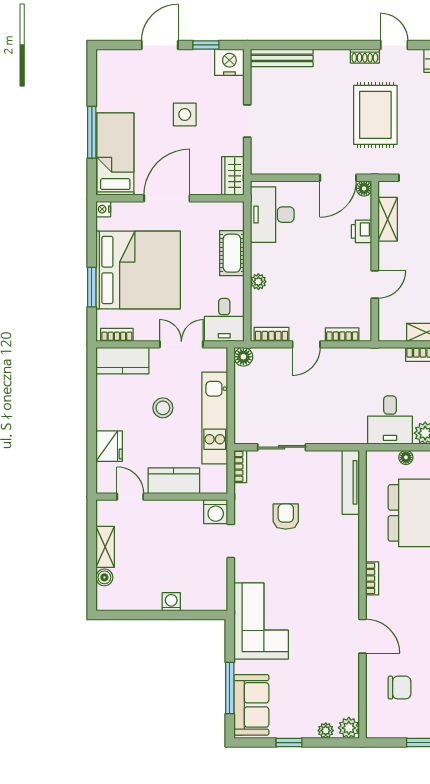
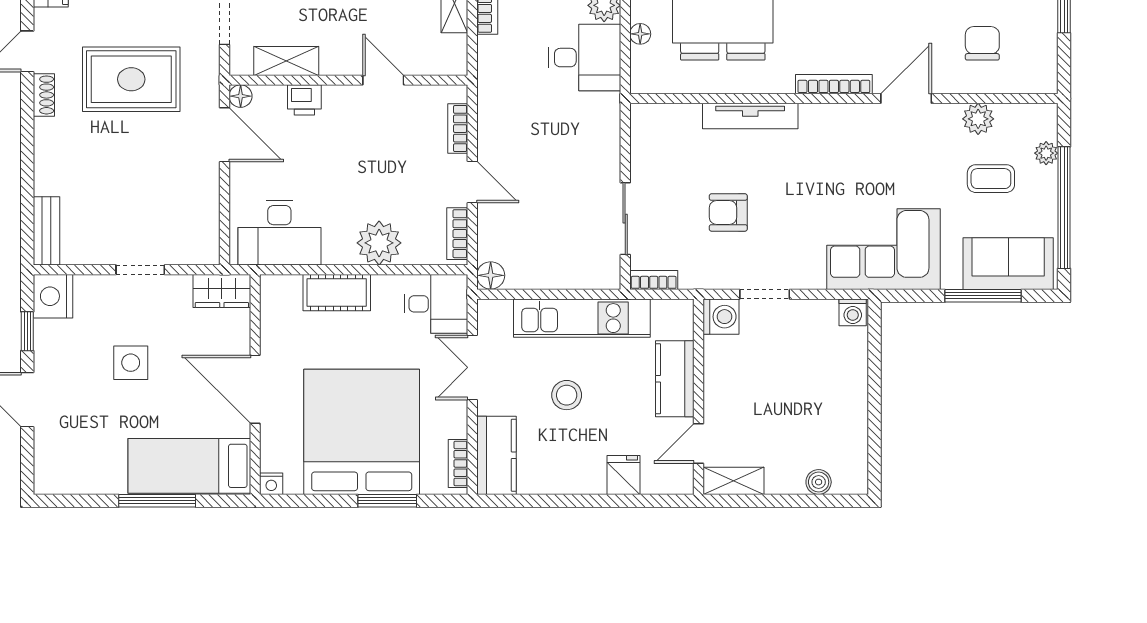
bench: (282, 58) -> (46, 231), width x0.73
plant: (258, 282) -> (379, 243), width x1.87, depth x1.87
fridge: (109, 446) -> (623, 475), width x0.72
tv unit: (351, 482) -> (750, 116), moved
shelving: (105, 547) -> (734, 481), moved
bookcase: (372, 578) -> (834, 84), width x1.56
washing machine: (171, 602) -> (853, 312), moved, turned -90
coffee table: (309, 693) -> (991, 179), added
plant: (349, 728) -> (978, 119), moved
window: (289, 743) -> (1064, 208), width x3.17

